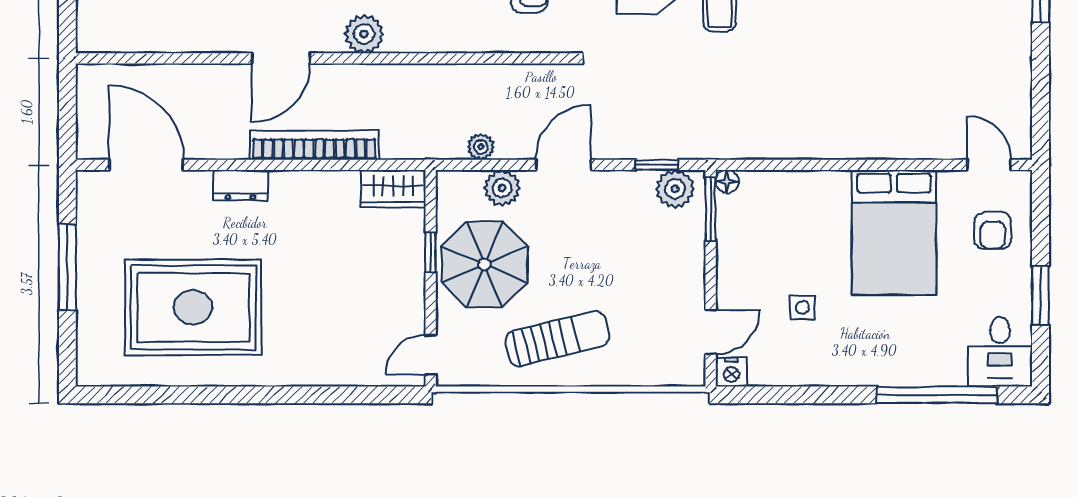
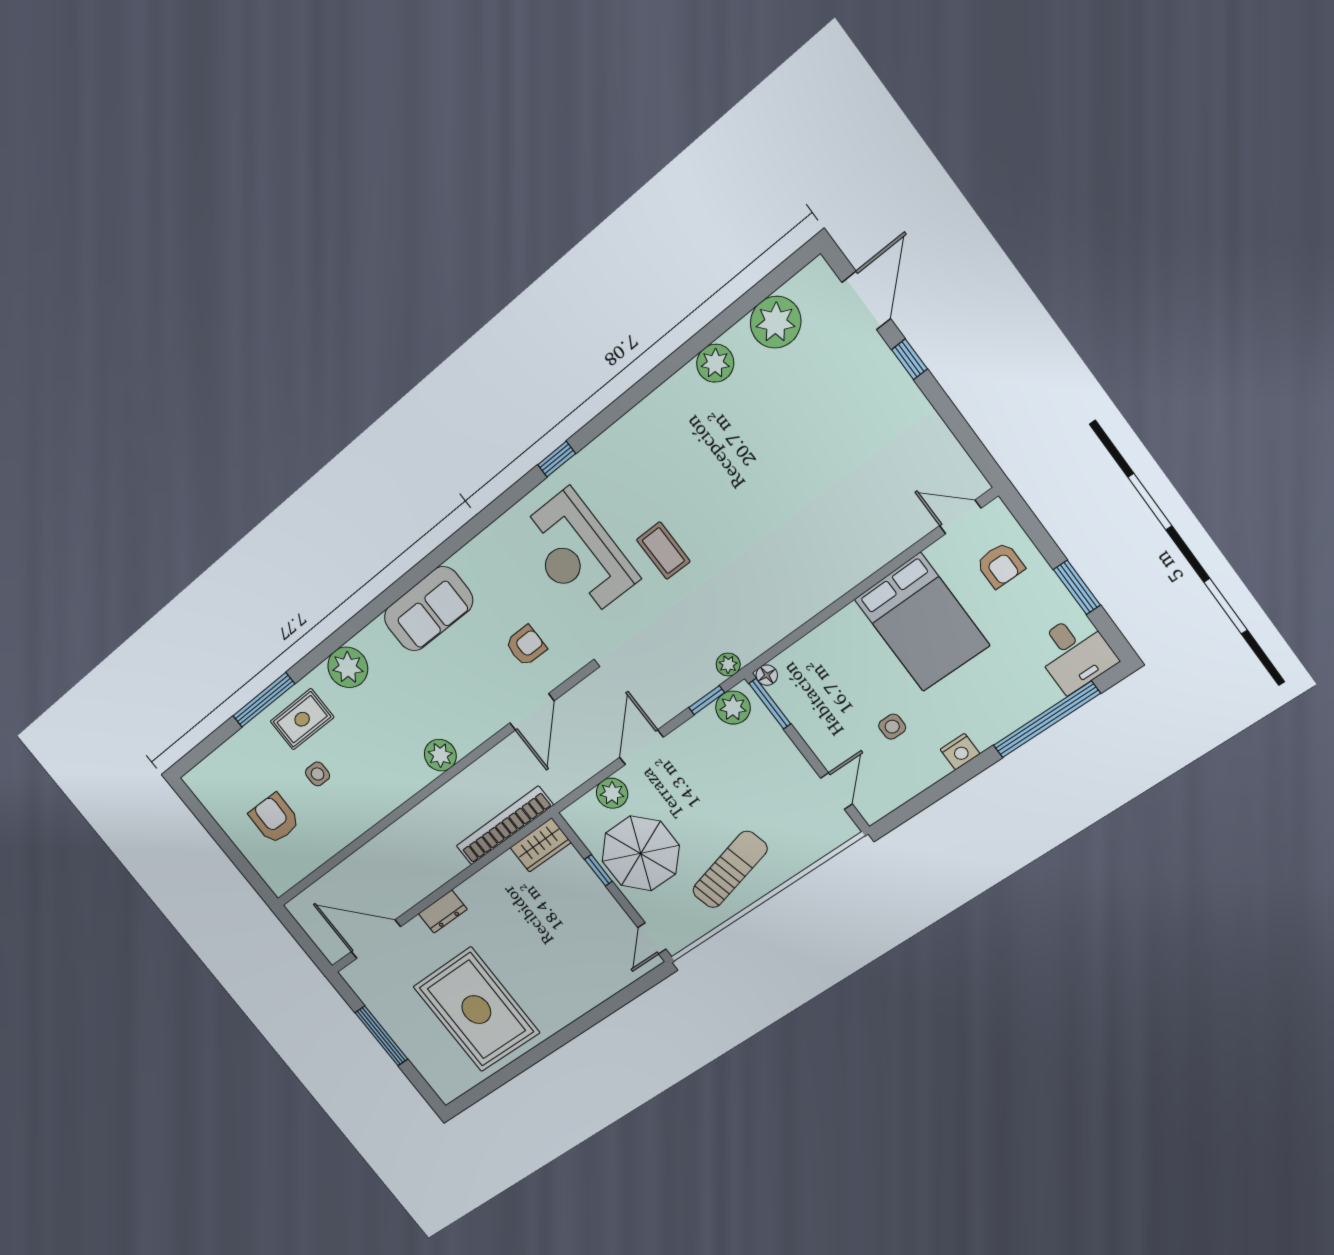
door: (281, 58) -> (532, 712), moved
bookcase: (314, 145) -> (505, 826), moved
plant: (481, 147) -> (728, 665), moved
rug: (193, 307) -> (476, 1010), turned 90
nightstand: (731, 372) -> (960, 752), moved

